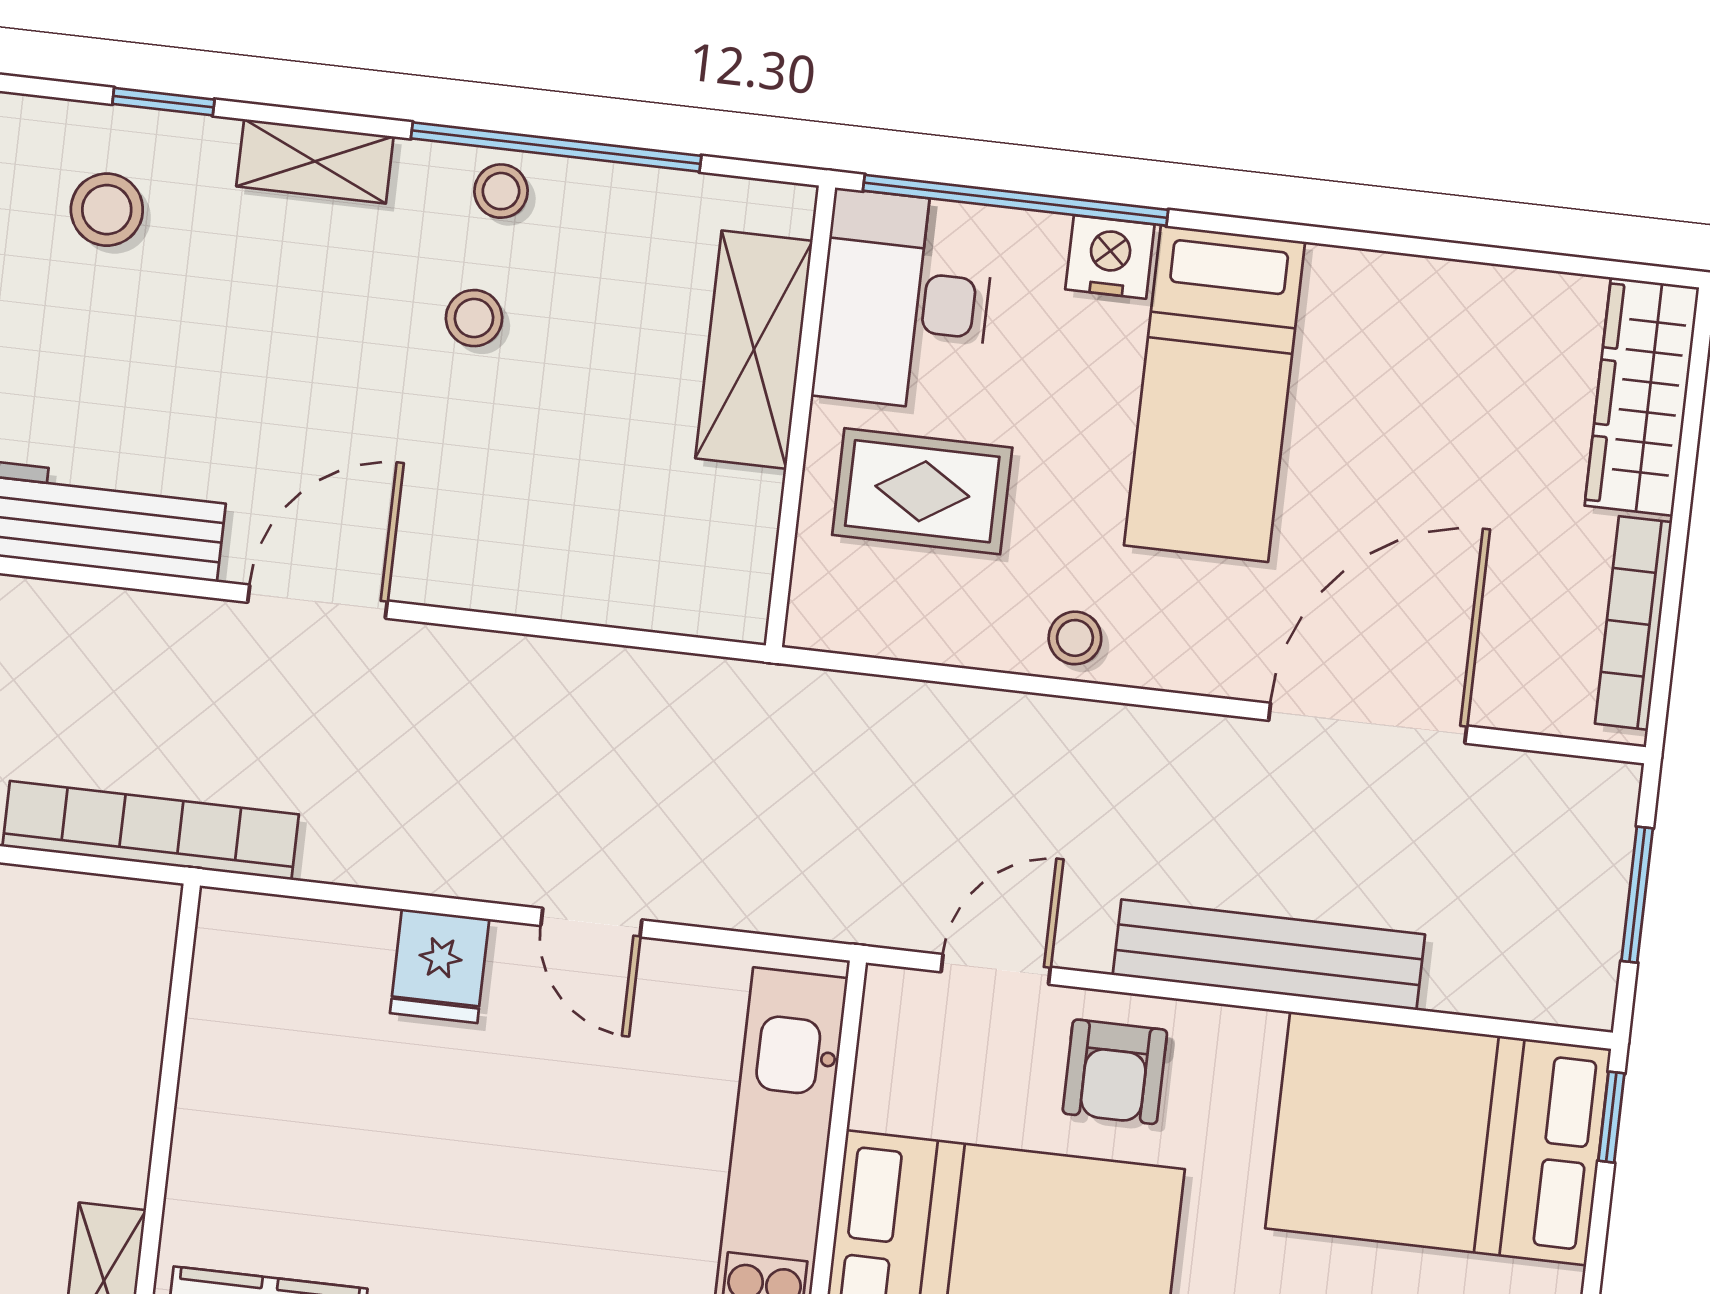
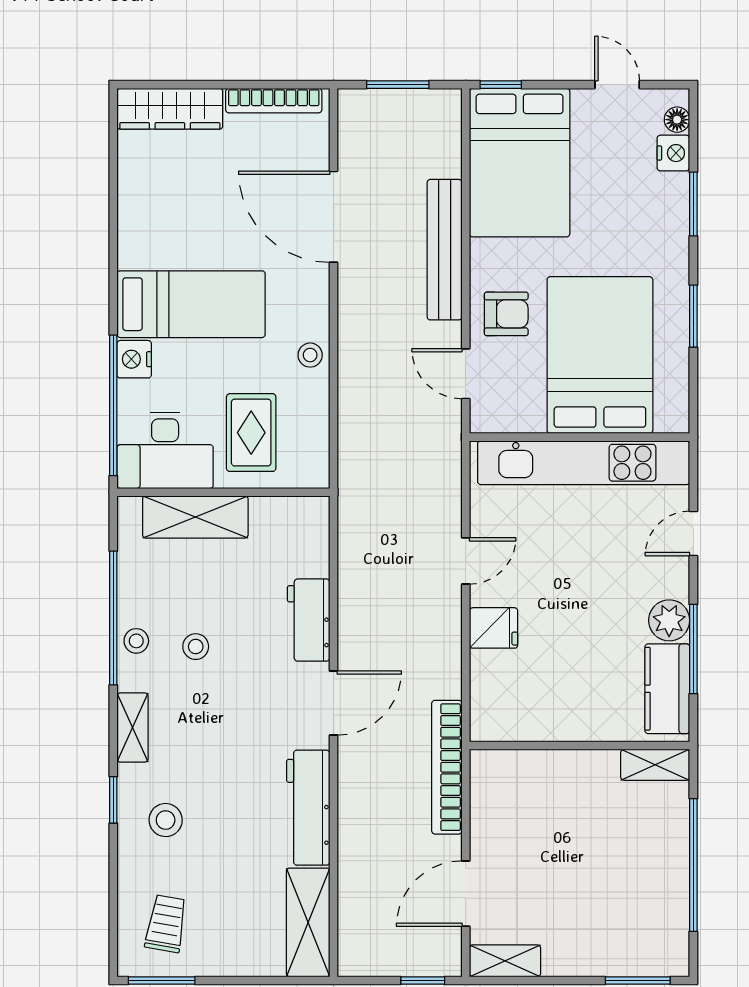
workbench: (503, 569) -> (309, 620), added
door: (318, 602) -> (334, 703), swing flipped

